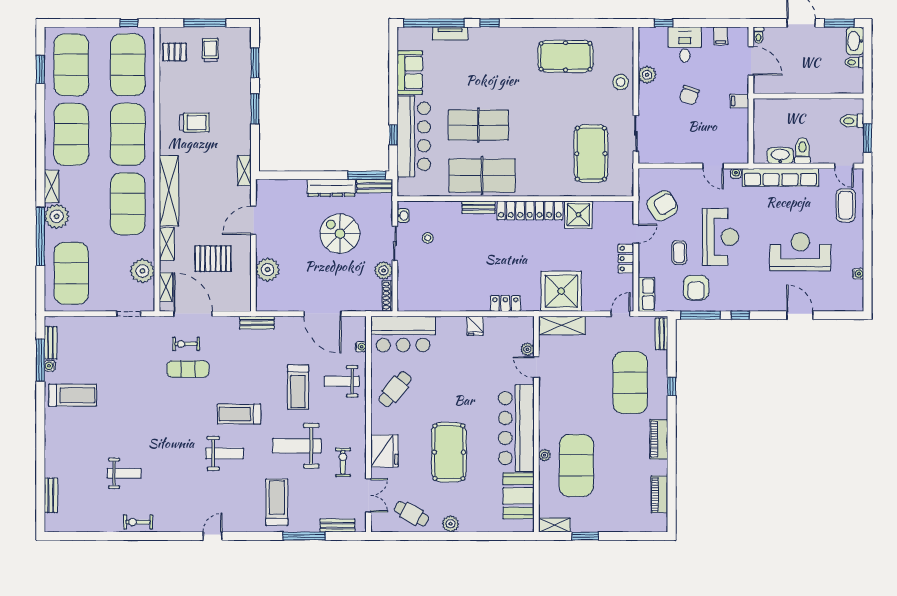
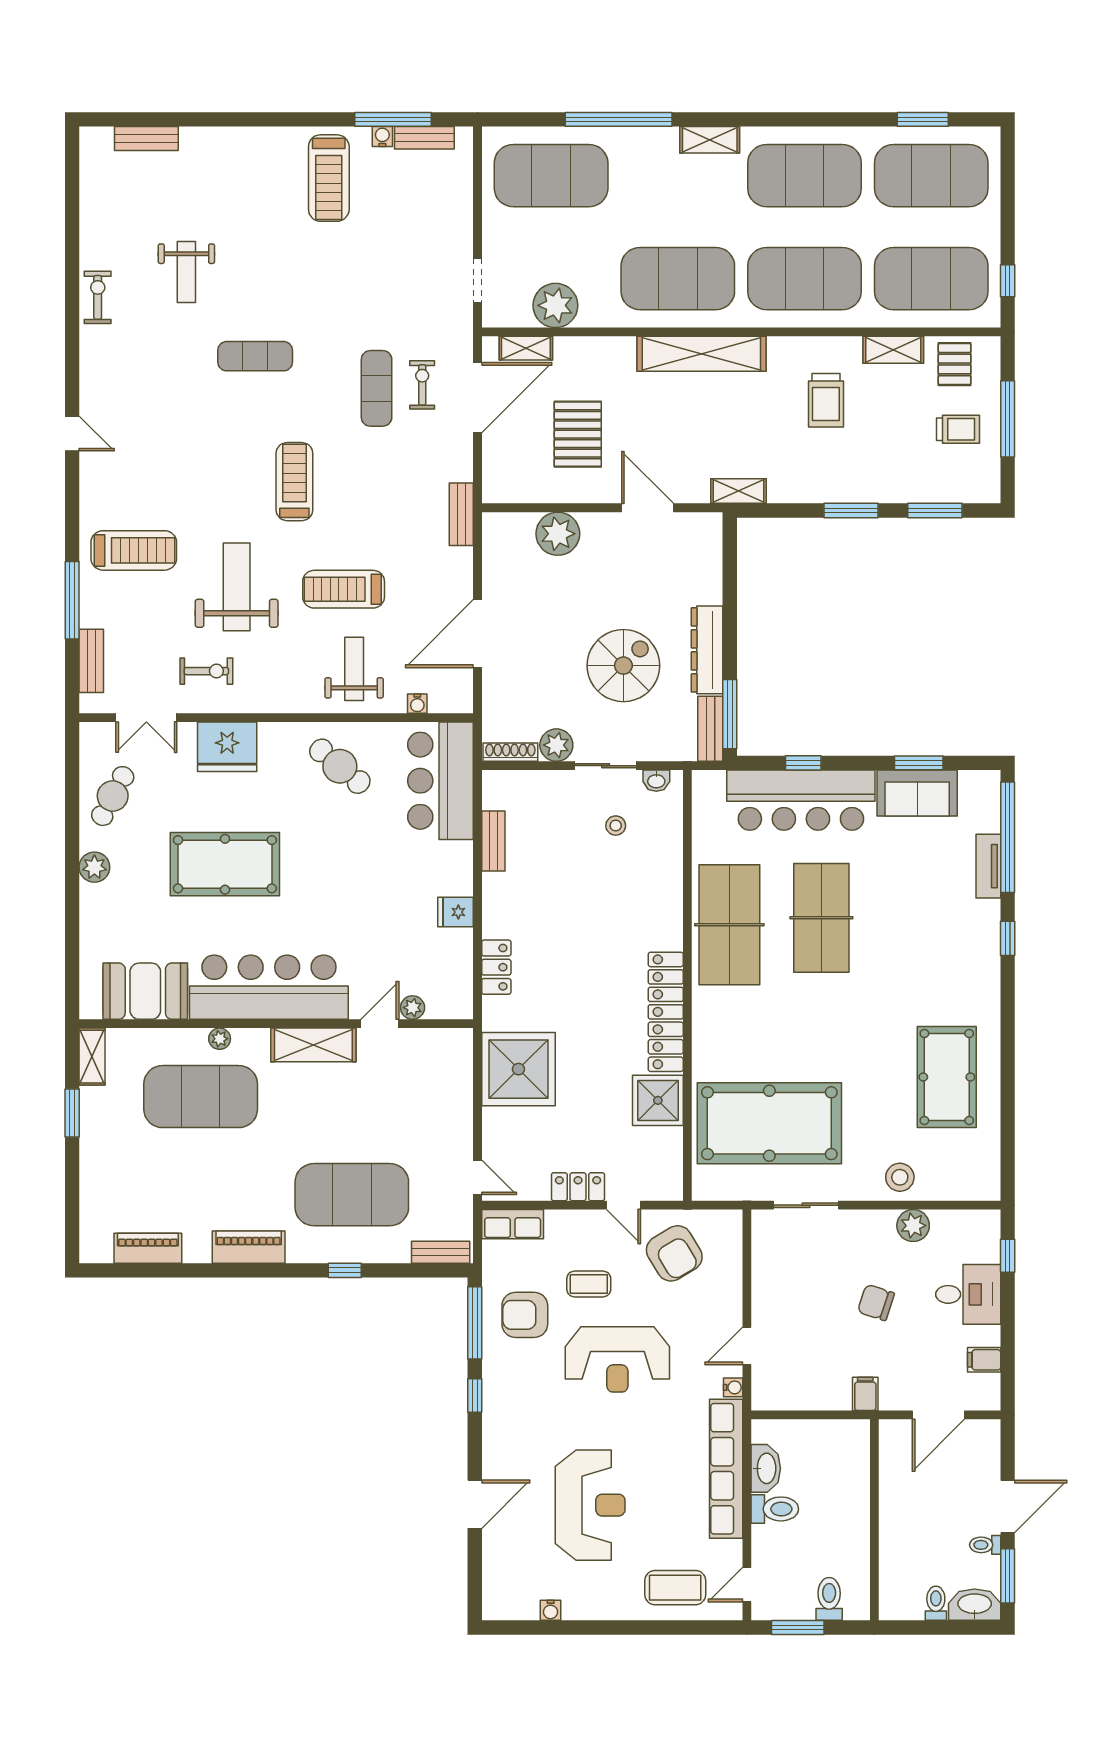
toilet: (758, 35) -> (985, 1545), moved
window: (393, 72) -> (919, 763), added
pool table: (591, 154) -> (769, 1123), width x1.36, depth x1.32
bench: (479, 207) -> (493, 841), moved
plant: (57, 216) -> (655, 149), removed
shelving: (167, 244) -> (893, 350), moved
shelving: (562, 325) -> (313, 1045), moved, turned 90
exercise mat: (170, 436) -> (255, 356), added
weight bench: (225, 453) -> (223, 455), removed

